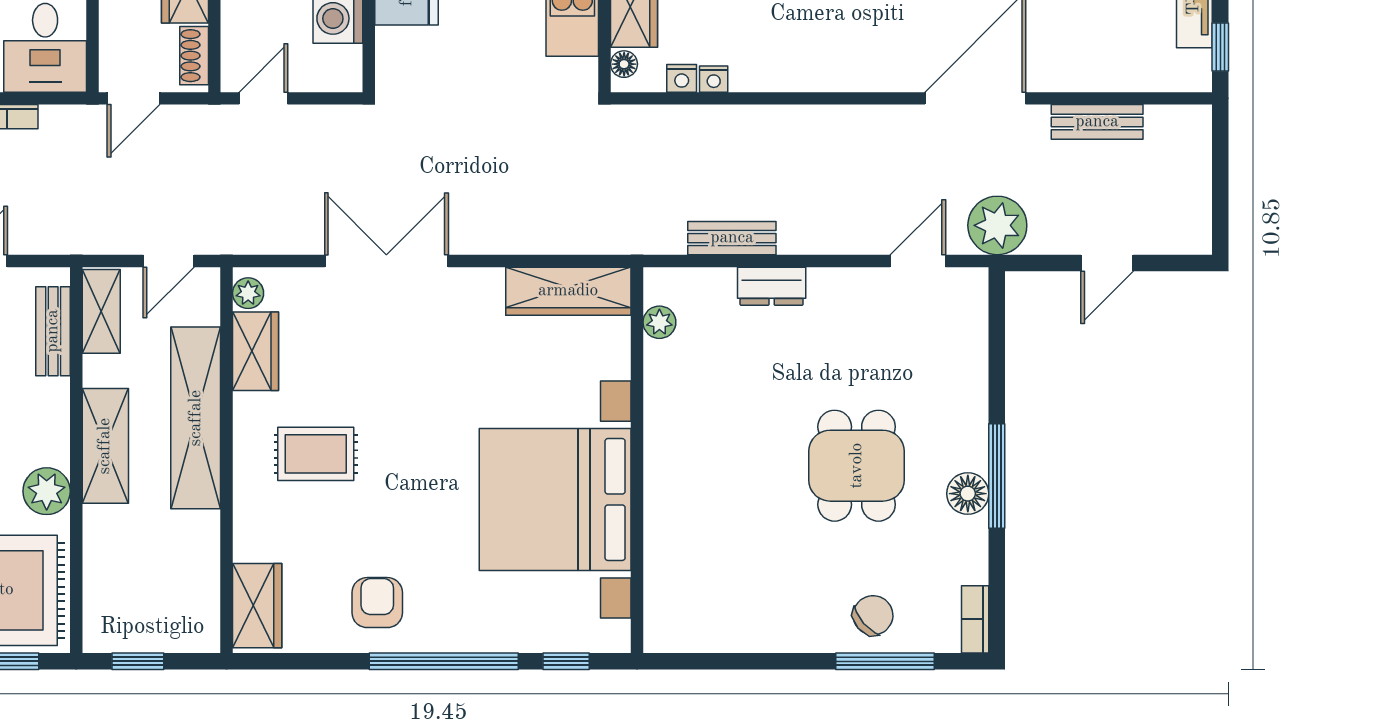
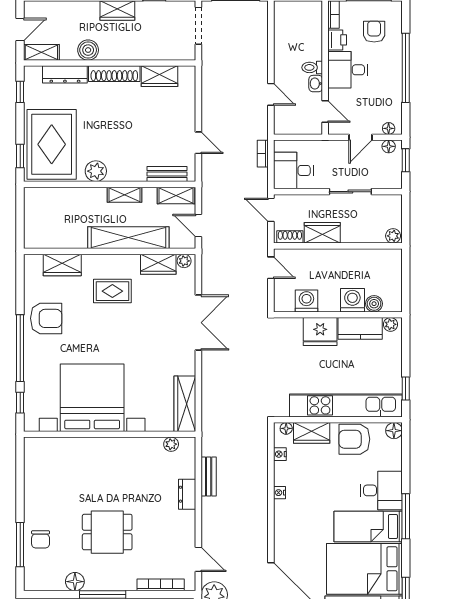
nightstand: (714, 79) -> (279, 493), moved
shelving: (105, 446) -> (125, 195), width x0.67, depth x0.75
rug: (316, 454) -> (112, 291), turned 90
floor lamp: (968, 494) -> (75, 582), moved
armchair: (377, 603) -> (46, 318), width x1.38, depth x1.38
wardrobe: (257, 606) -> (62, 265), moved
chair: (873, 615) -> (41, 539), turned 41
bookcase: (975, 619) -> (161, 585), moved, width x1.56
window: (138, 661) -> (20, 212), removed

